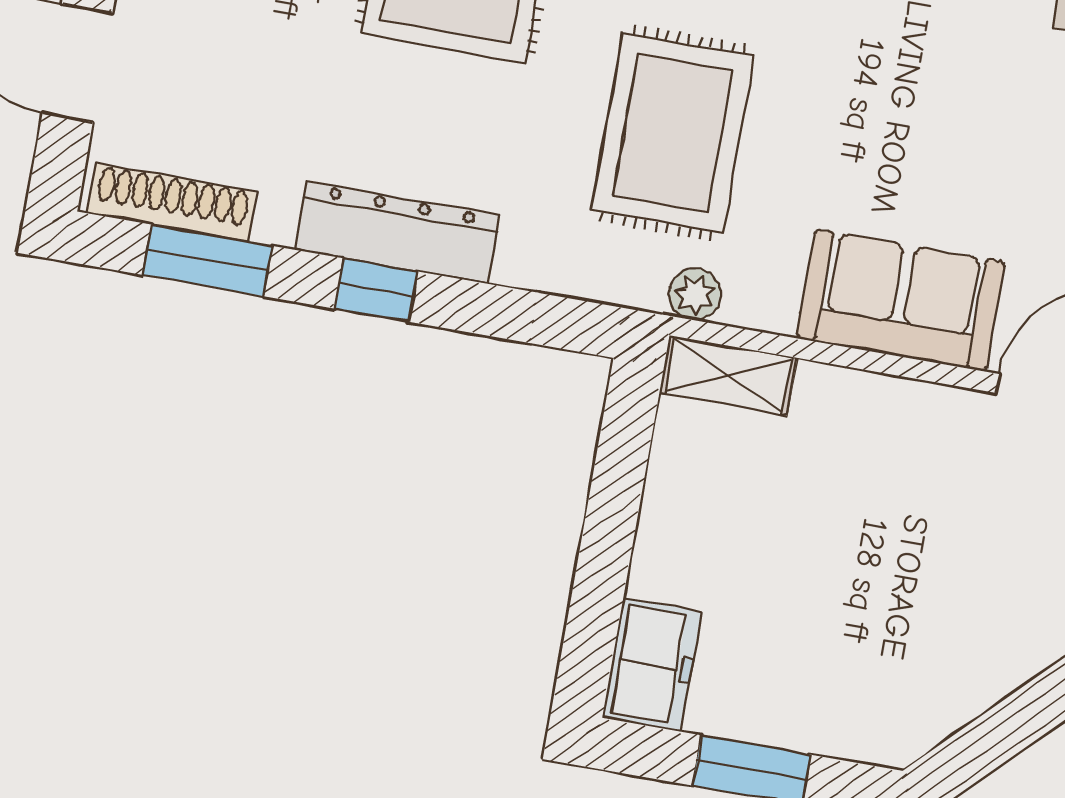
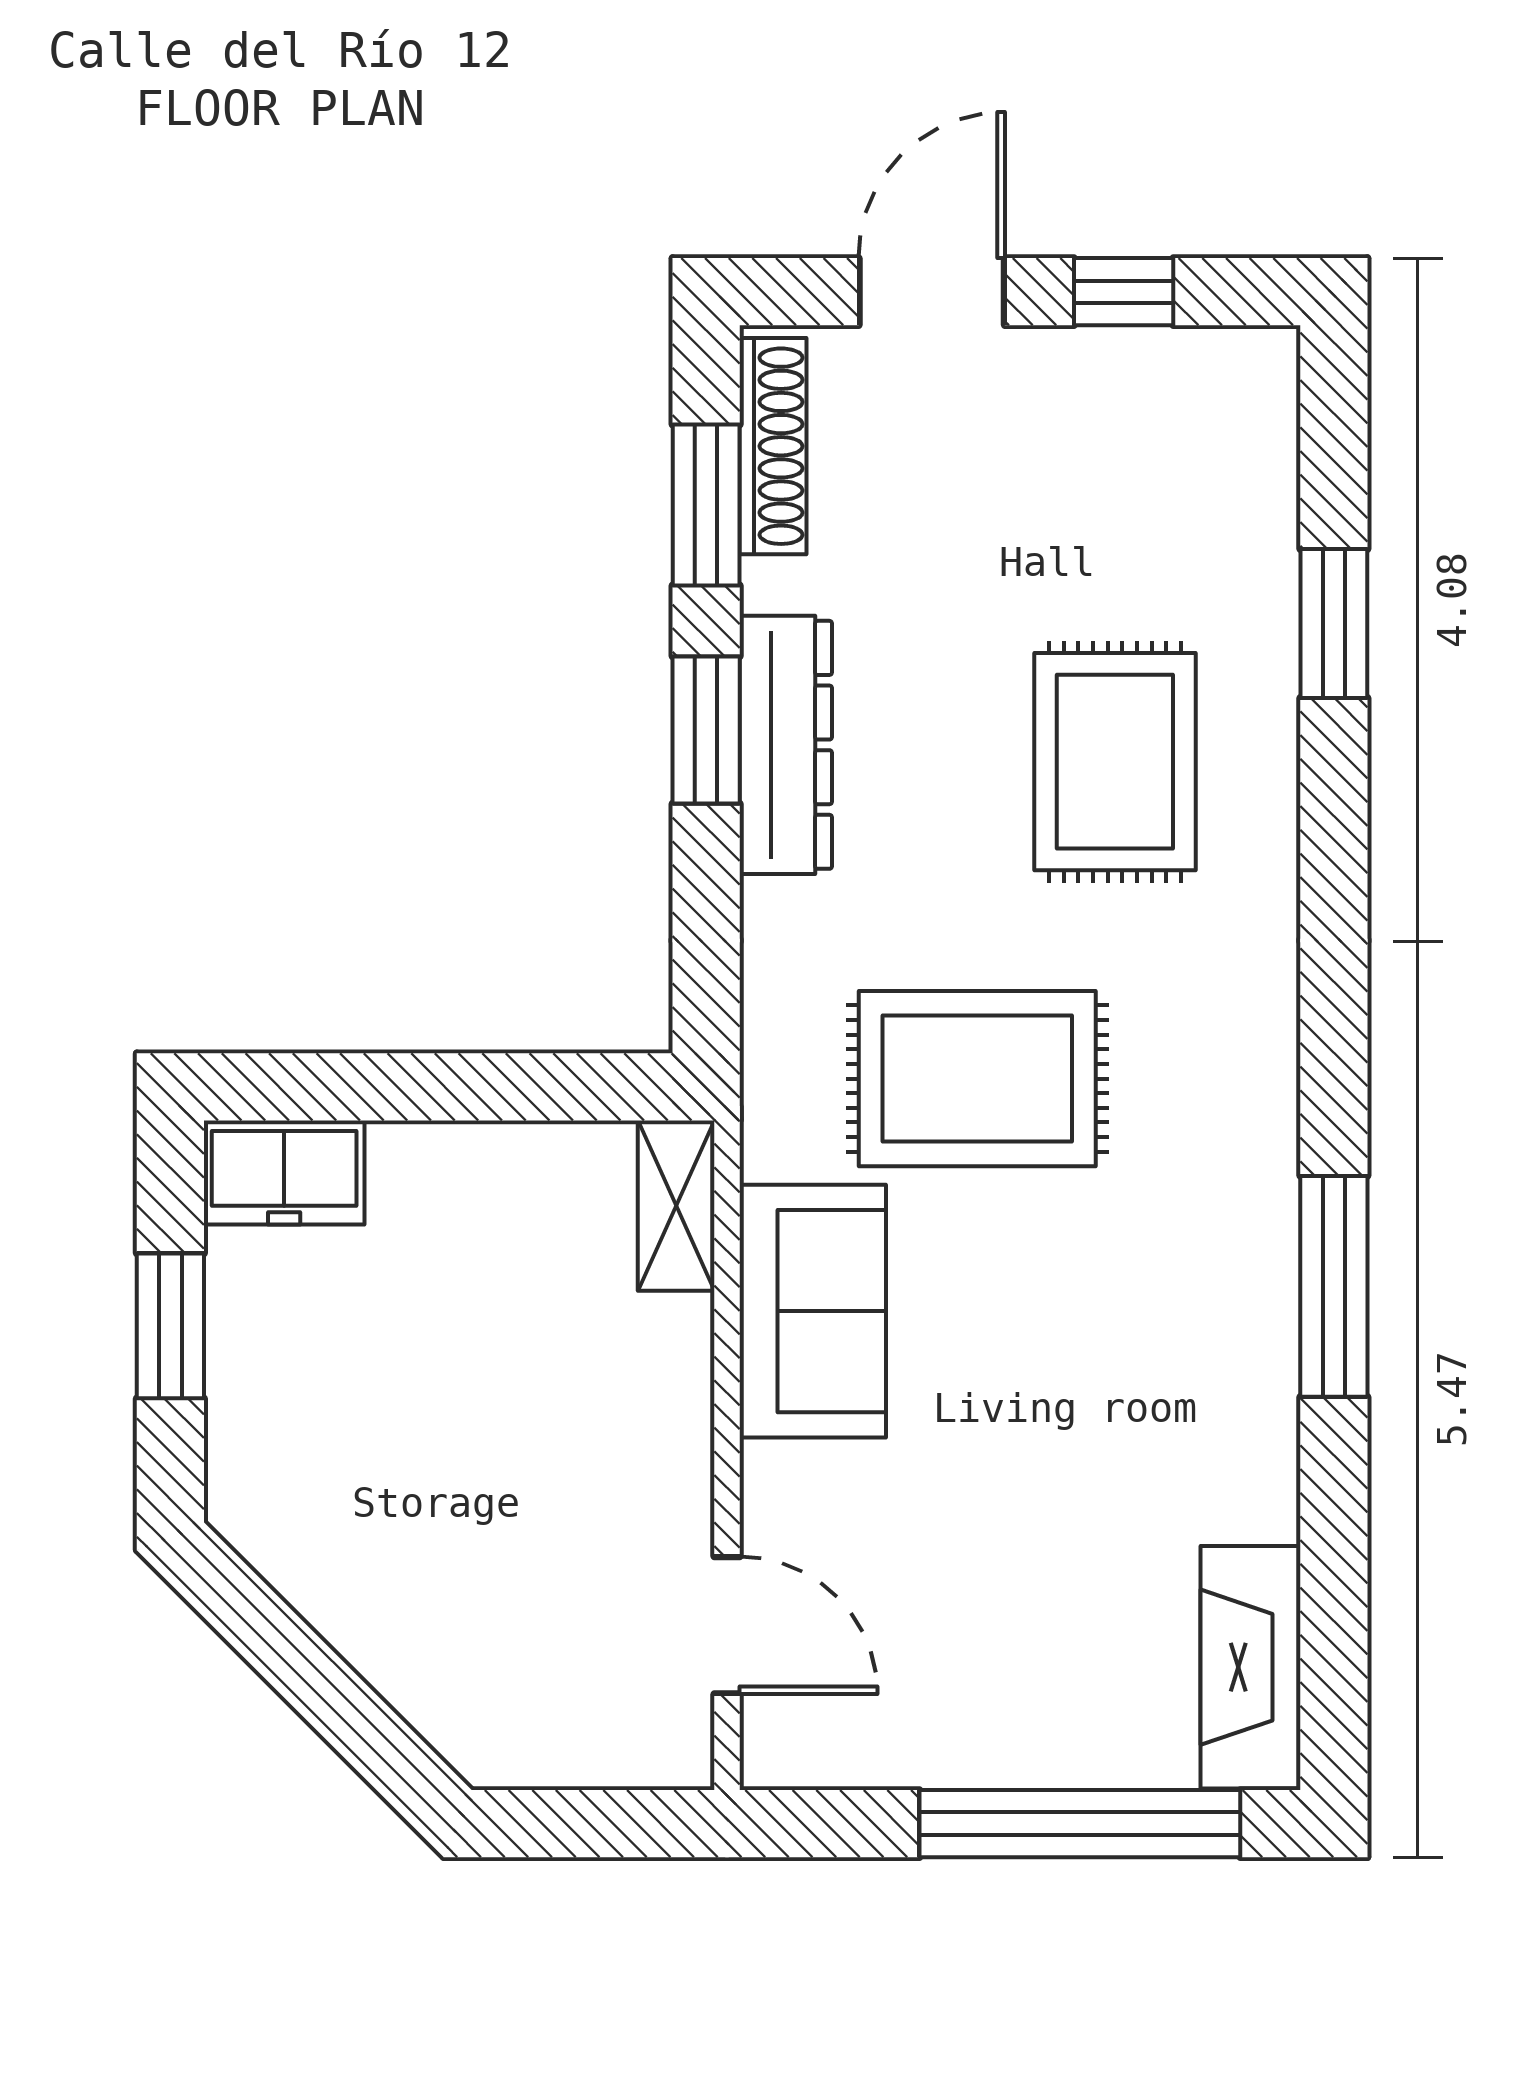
window: (376, 290) -> (706, 730), width x1.50
plant: (695, 294) -> (773, 1144), removed
sofa: (901, 300) -> (813, 1311), moved

